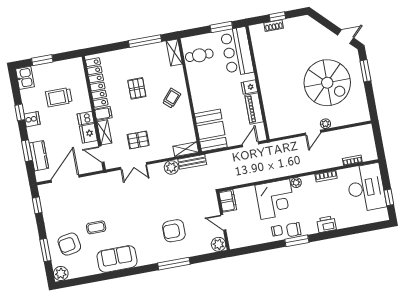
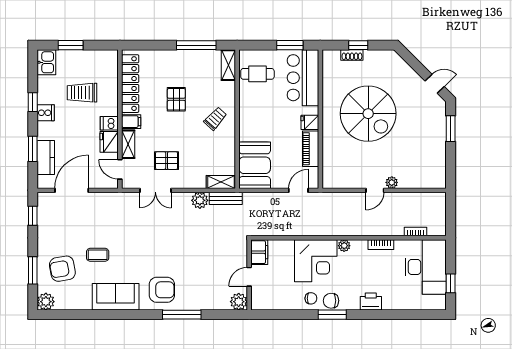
spiral stairs: (327, 83) -> (368, 114), moved
door: (223, 222) -> (249, 277), hinge flipped
armchair: (174, 231) -> (162, 290), moved, turned 180

